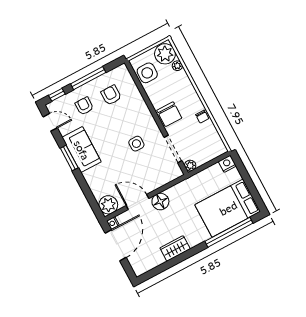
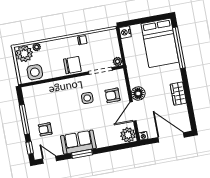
armchair: (111, 95) -> (112, 95), moved
door: (50, 122) -> (49, 160), hinge flipped
door: (116, 245) -> (171, 137), moved

